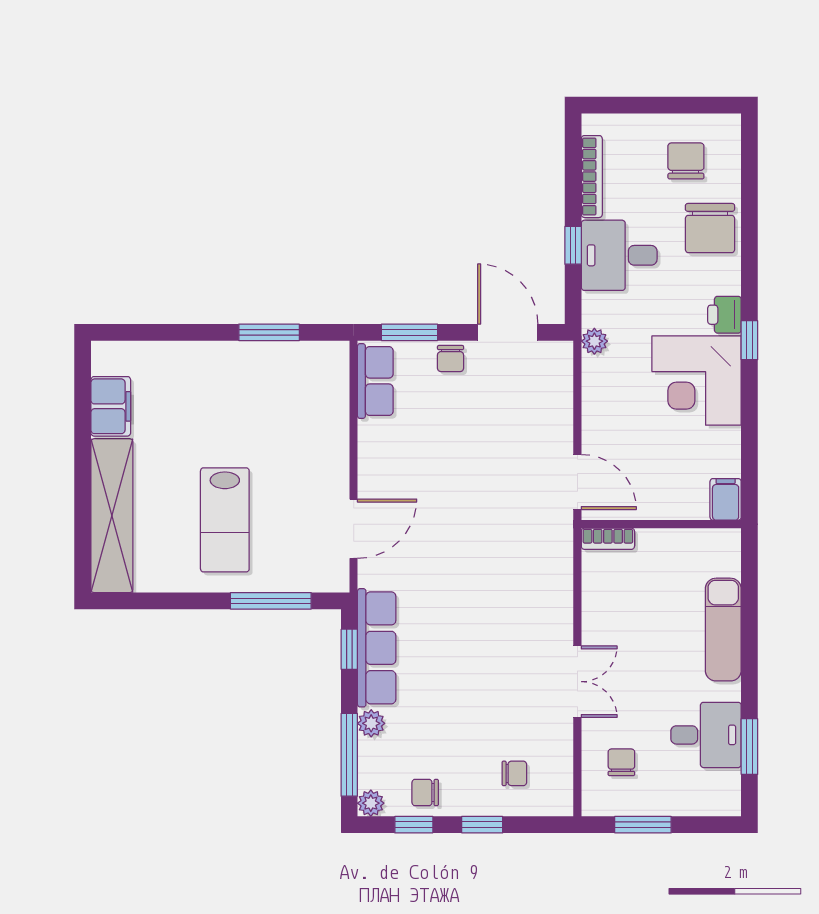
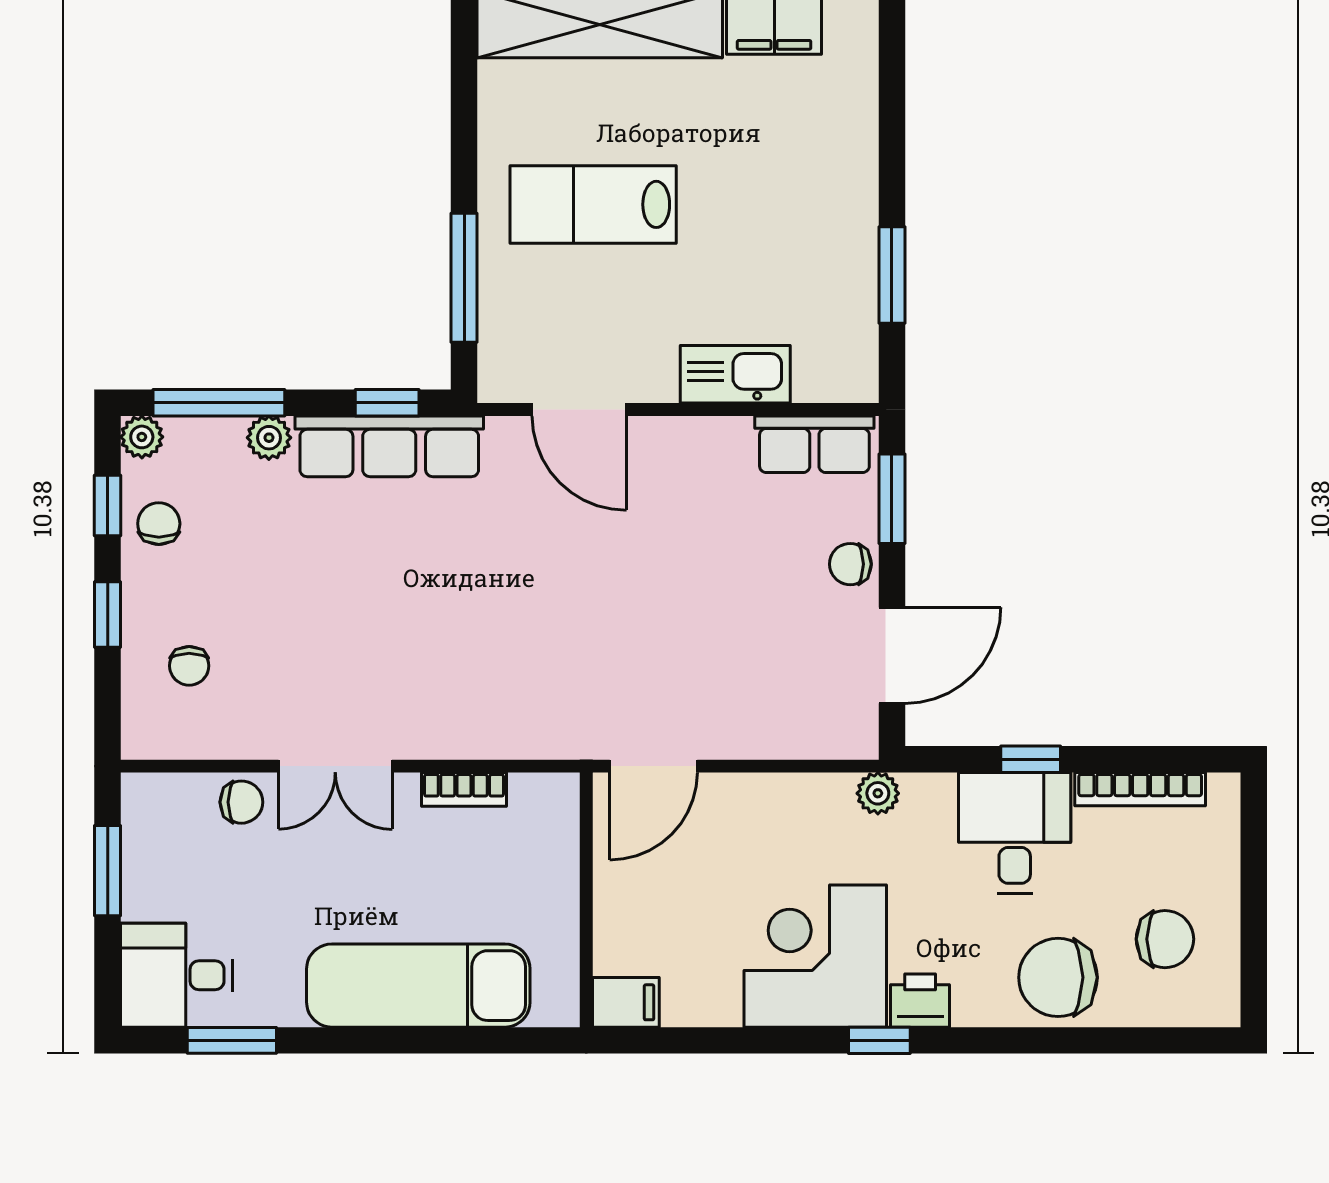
kitchen sink: (331, 431) -> (735, 374), added
bookcase: (608, 539) -> (464, 789), moved, turned -90
exam couch: (723, 630) -> (418, 986), width x1.36, depth x1.45
desk: (706, 735) -> (177, 975), moved, turned 90
chair: (621, 762) -> (241, 802), moved

